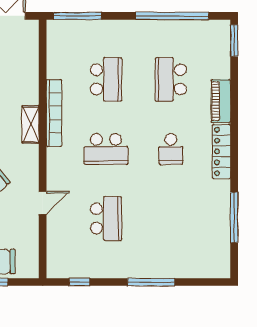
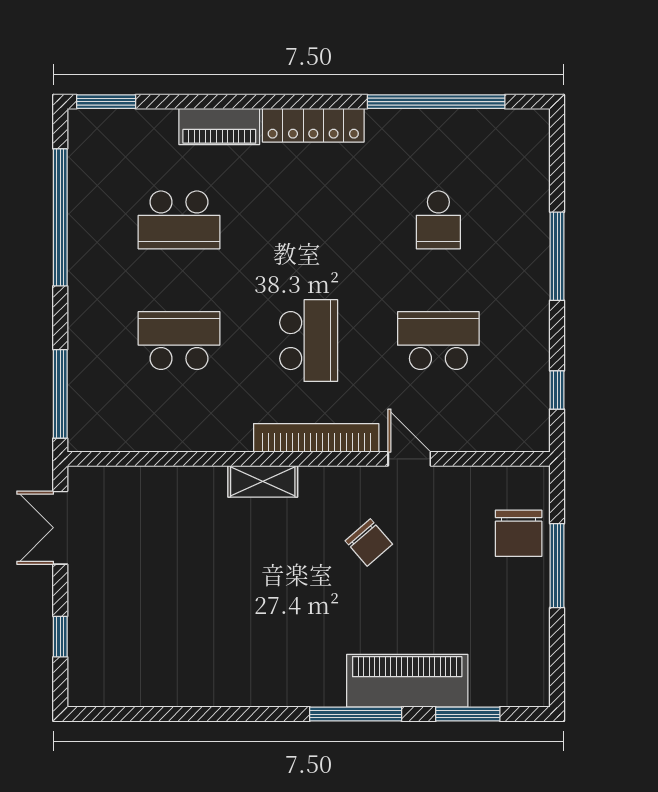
bookcase: (54, 113) -> (316, 438), moved
school desk: (171, 149) -> (438, 220), moved, turned 90
window: (234, 217) -> (436, 102), width x1.46

